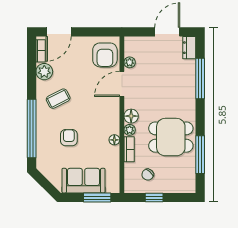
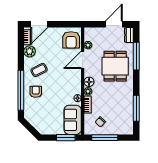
dining table: (171, 137) -> (115, 66), moved, turned 90
armchair: (69, 138) -> (36, 92), moved
sofa: (84, 181) -> (73, 120), moved, turned -90
window: (154, 198) -> (105, 138), width x2.17

